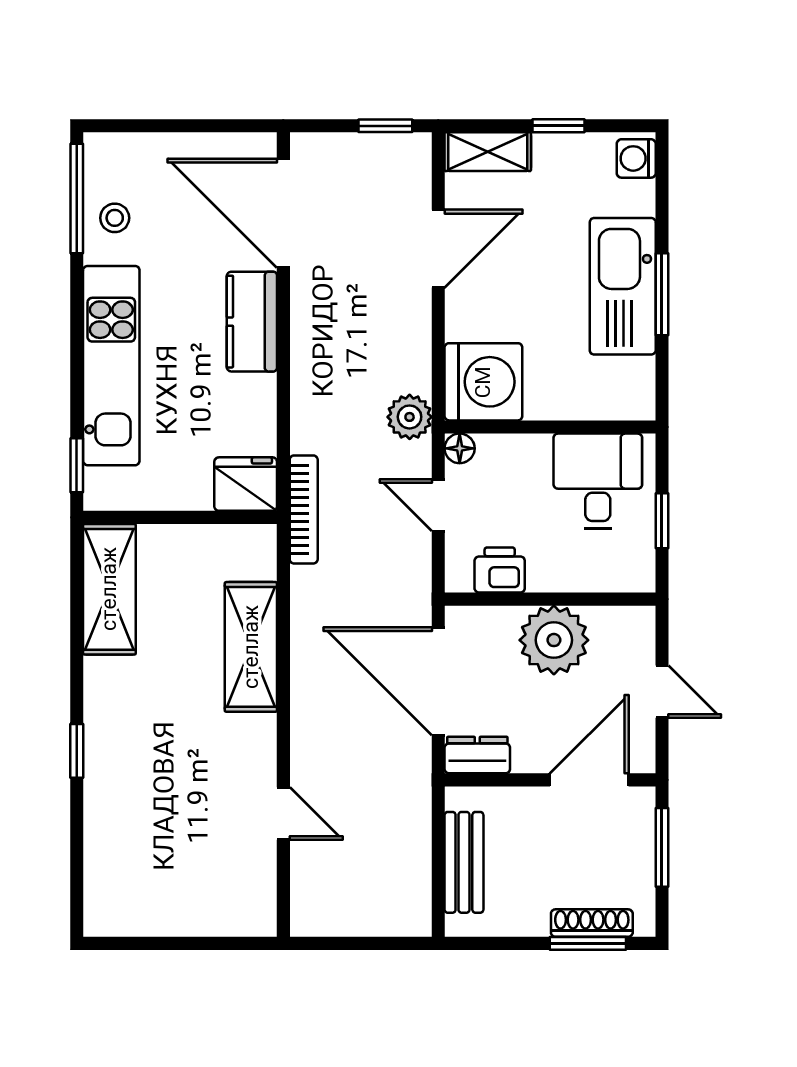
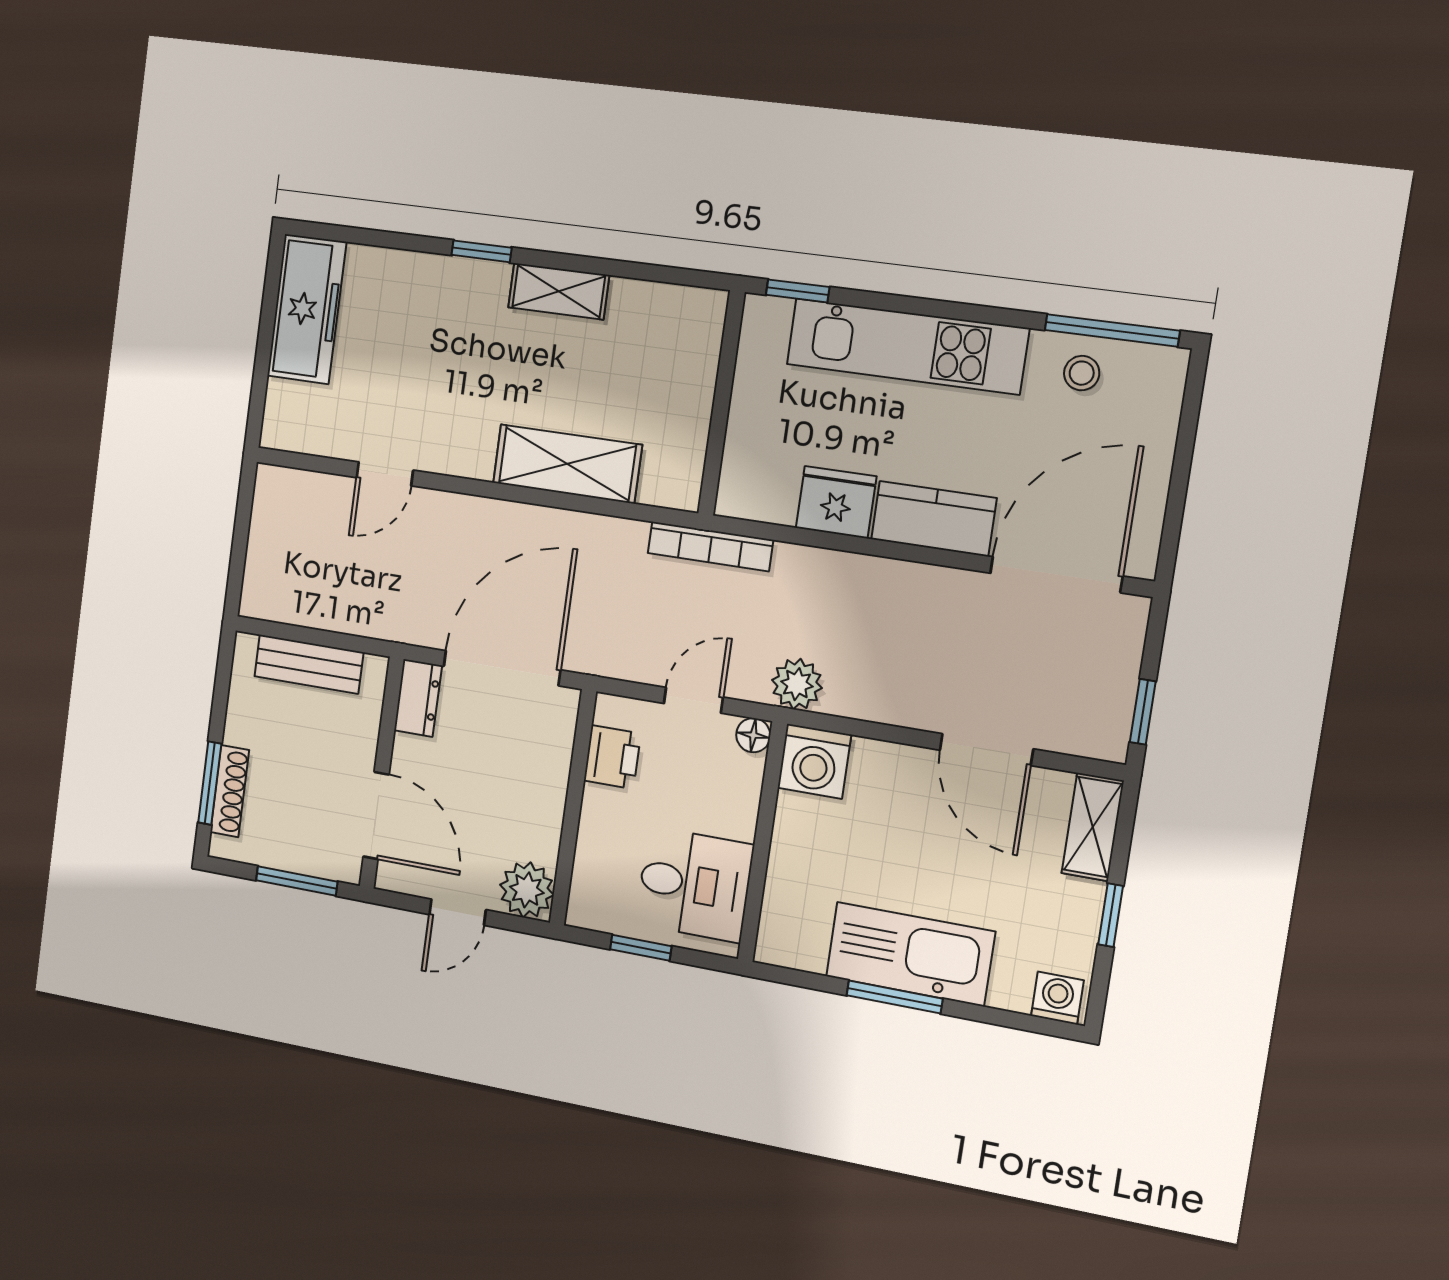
washing machine: (483, 382) -> (814, 761), width x0.73, depth x0.73
fridge: (246, 484) -> (836, 502), moved, turned -90
shelving: (109, 589) -> (559, 291), moved, width x0.67, depth x0.75
plant: (554, 640) -> (527, 890), moved, width x0.73, depth x0.73
freezer: (147, 907) -> (307, 309), added

